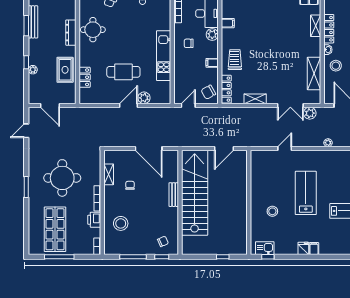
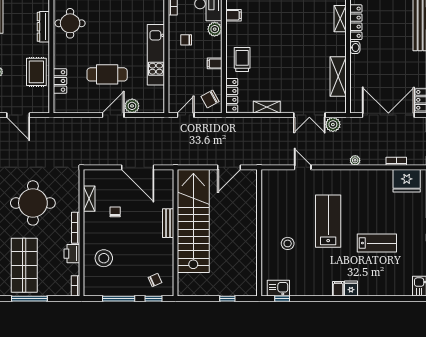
stool: (336, 66) -> (364, 67), removed
door: (285, 149) -> (303, 167), hinge flipped
fridge: (303, 248) -> (351, 288), moved

